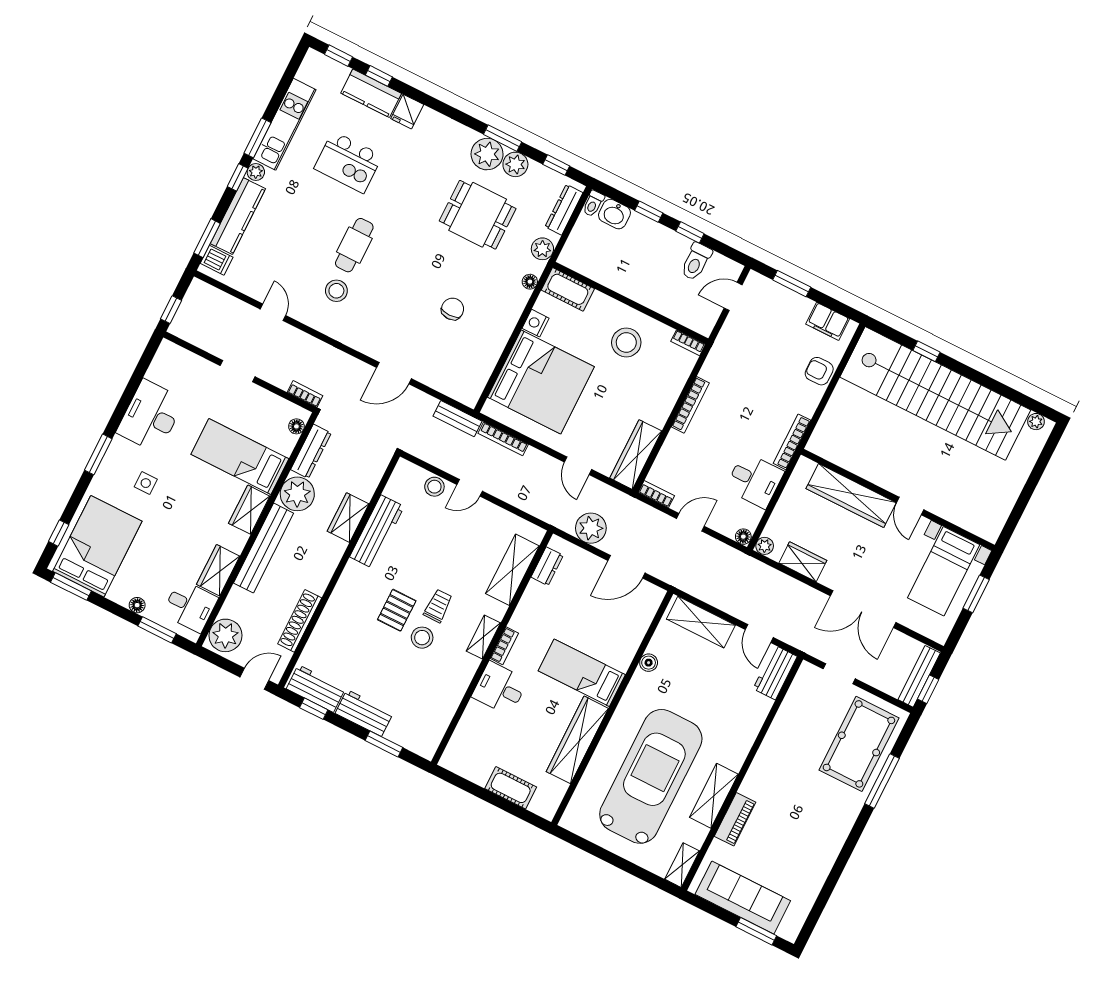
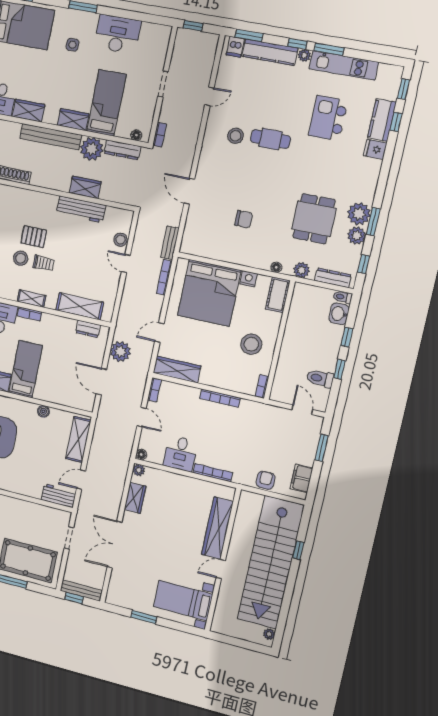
wardrobe: (851, 496) -> (217, 528), moved
wall: (898, 500) -> (223, 560), moved
door: (910, 506) -> (221, 569), moved
bed with nightstands: (944, 571) -> (183, 600), moved

